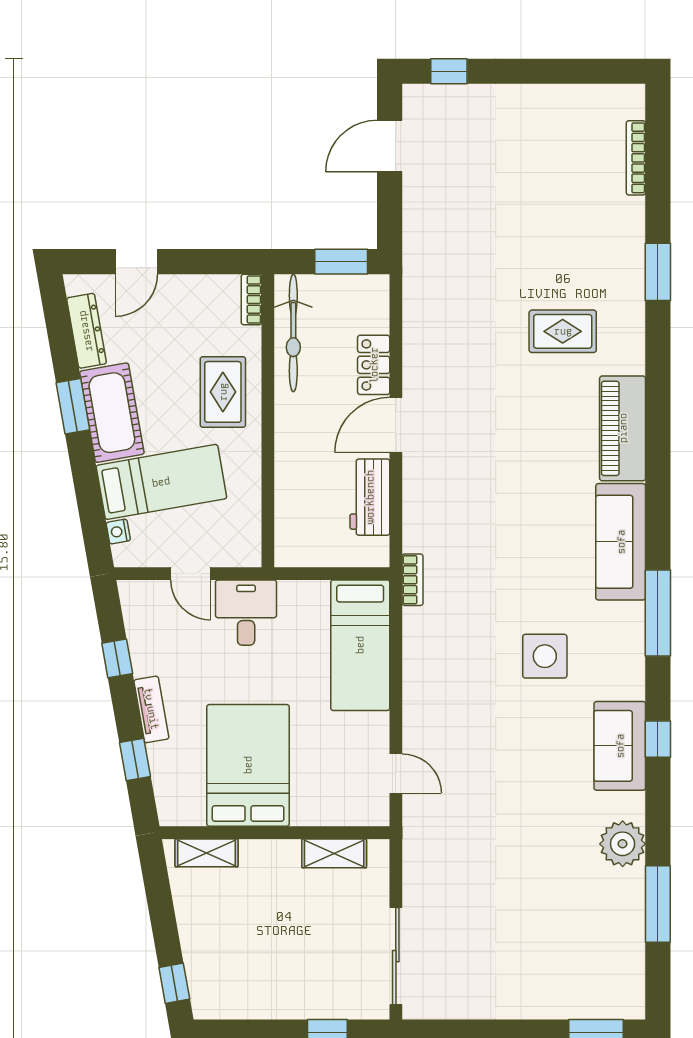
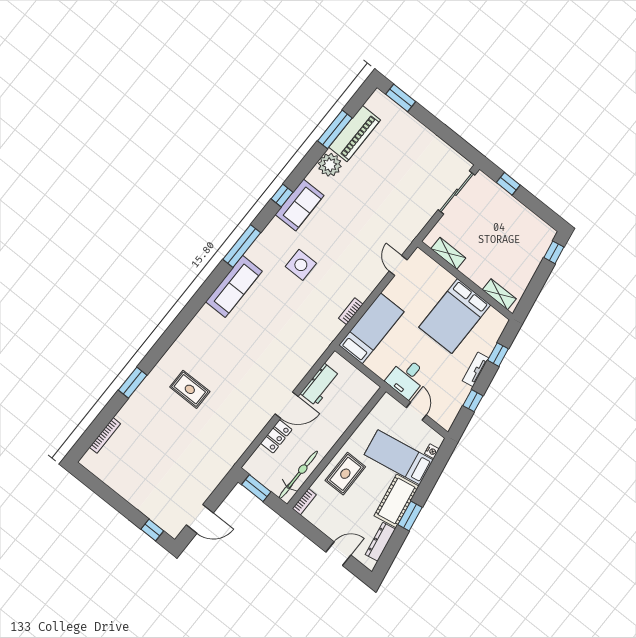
piano: (623, 428) -> (355, 134), moved
bookcase: (412, 580) -> (351, 311), moved

